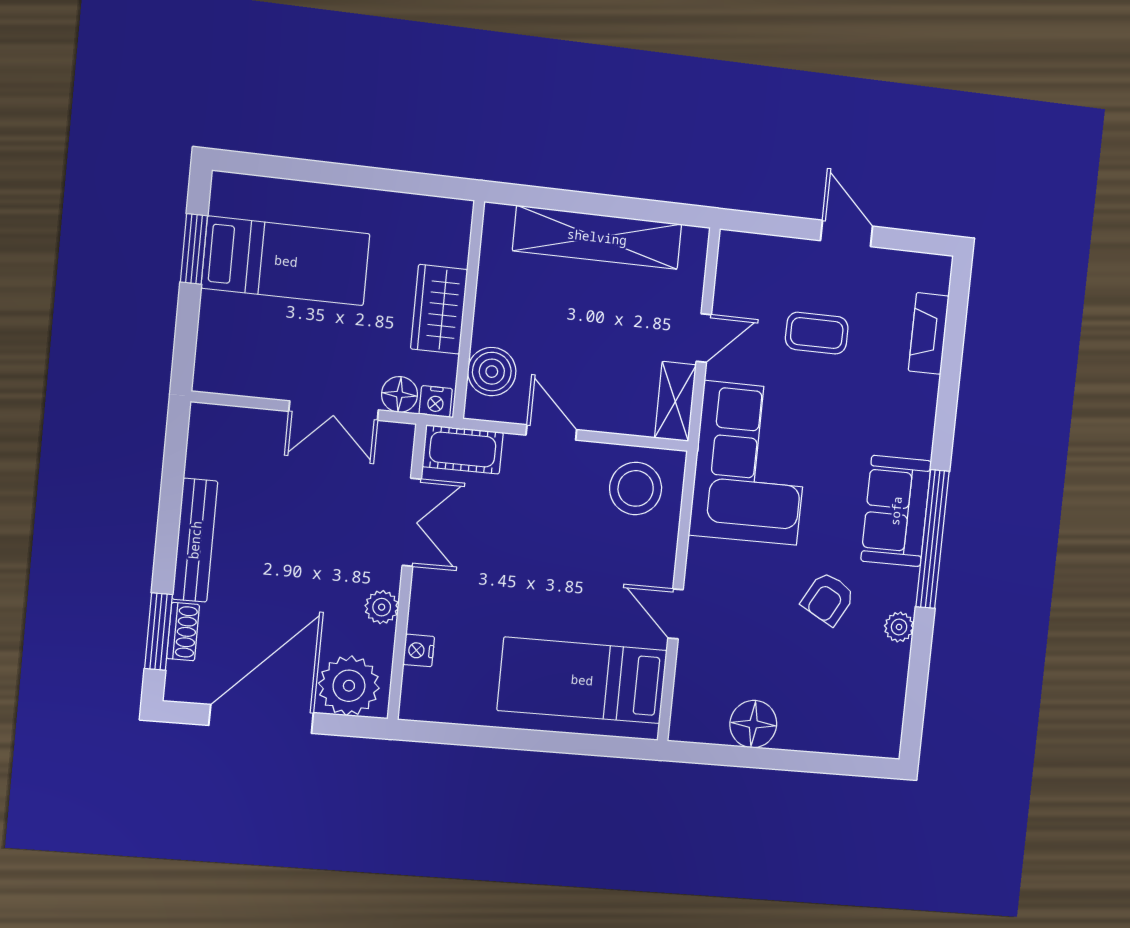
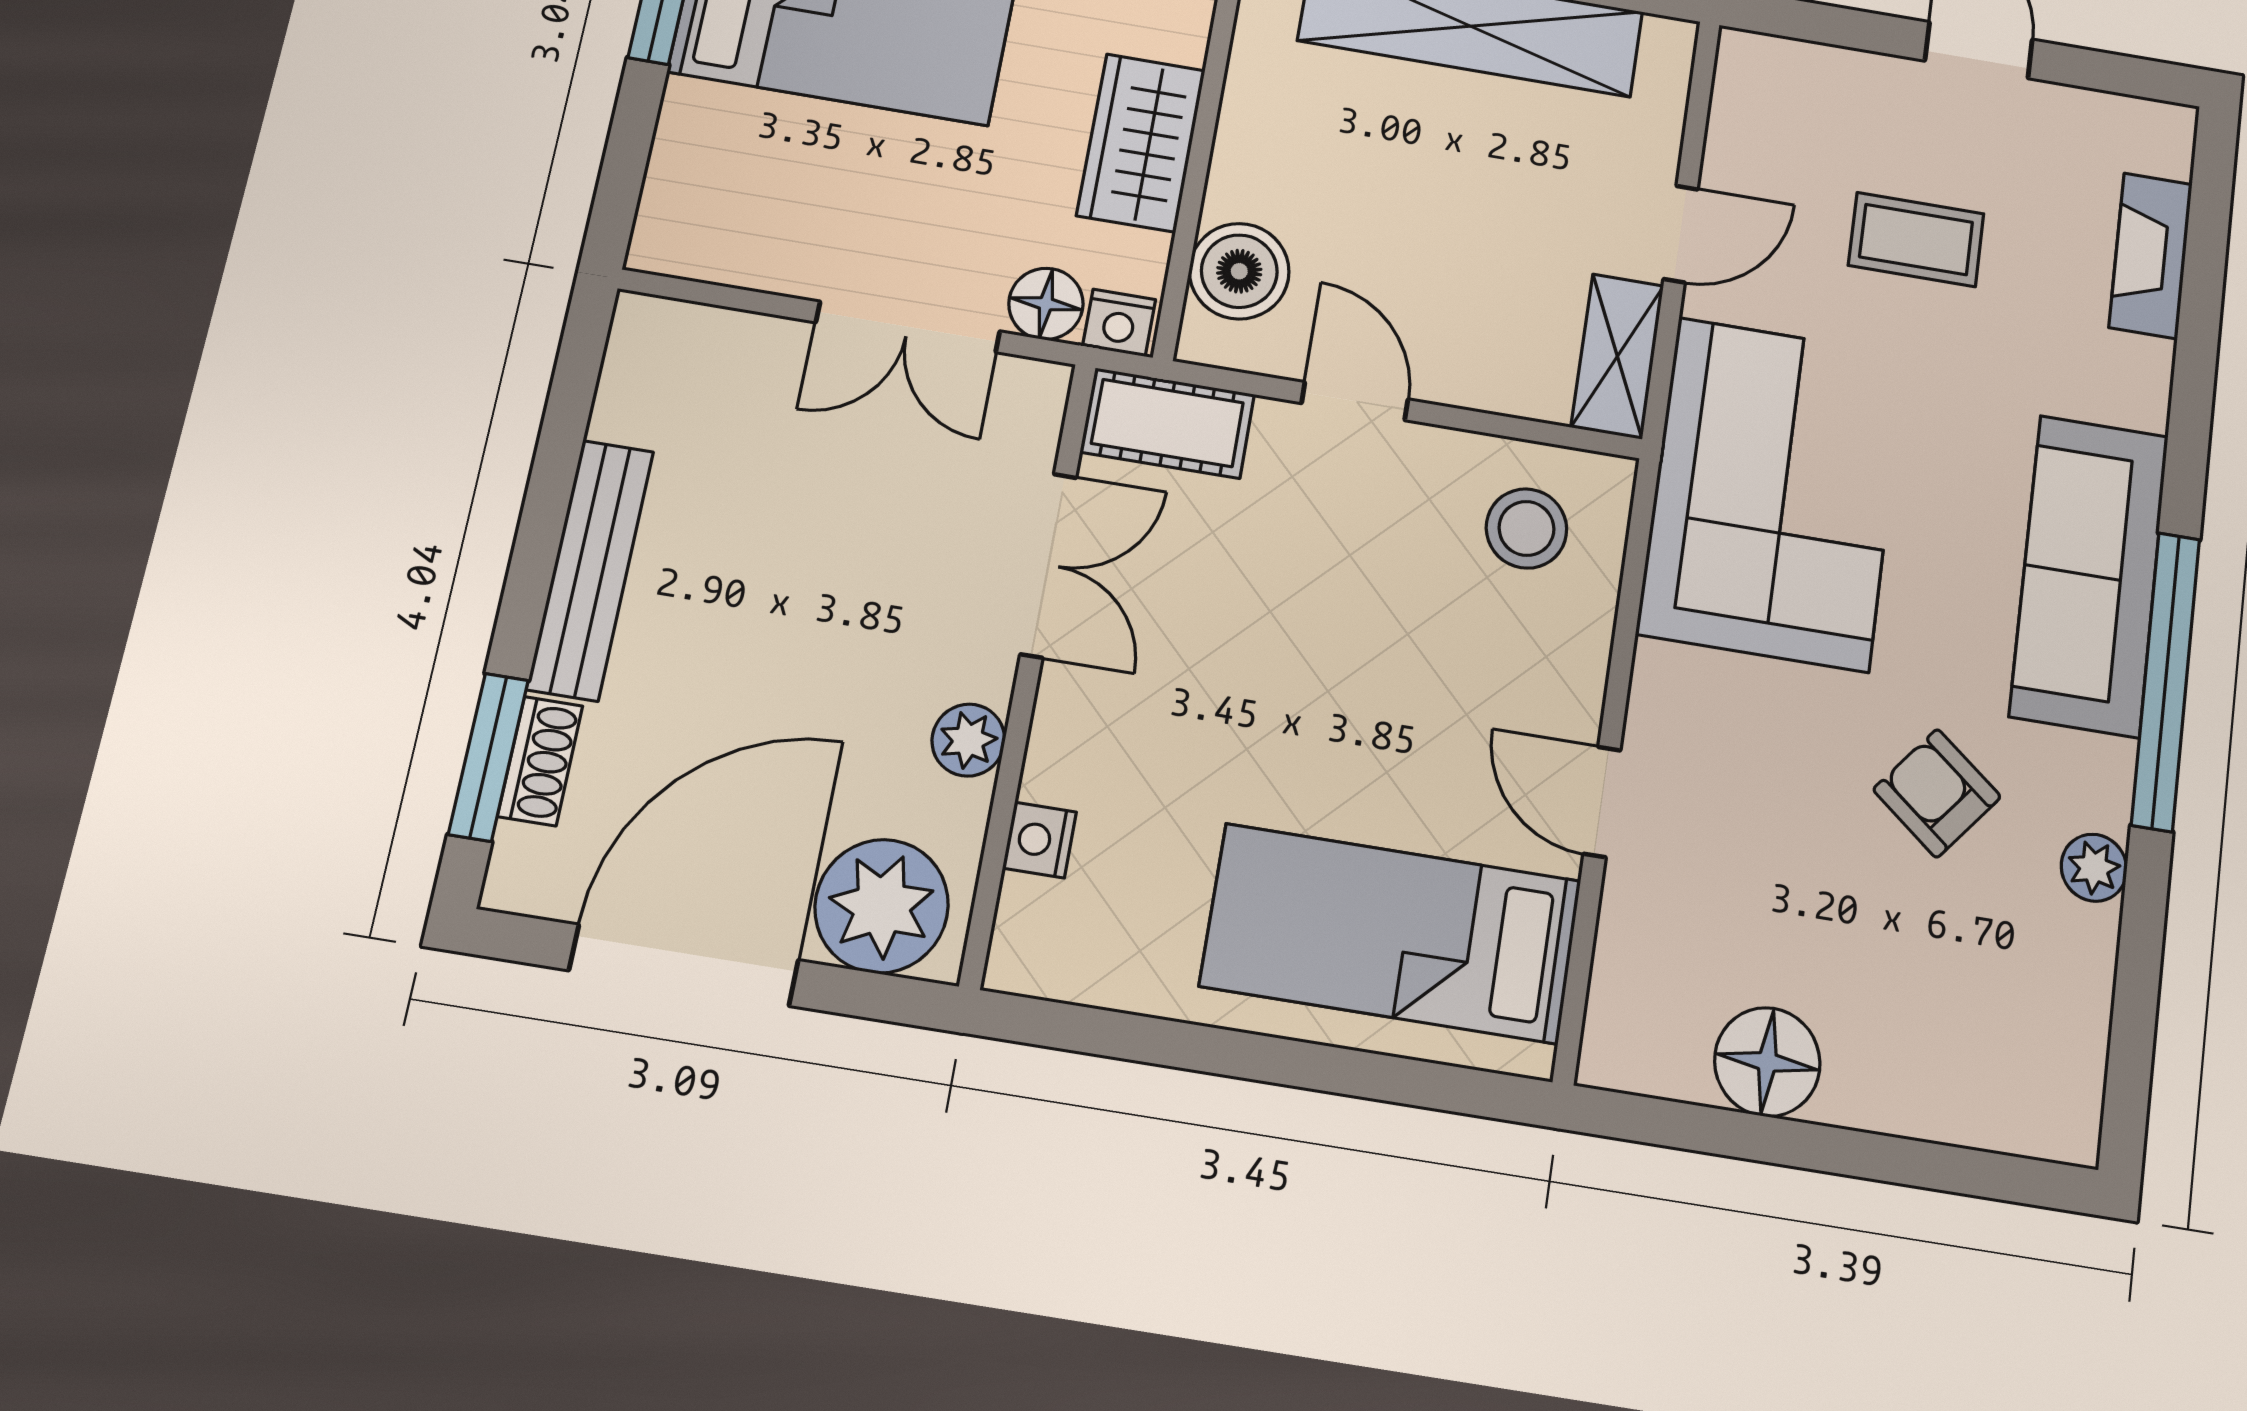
stool: (636, 488) -> (1526, 528), width x0.73, depth x0.73
sofa: (896, 511) -> (2089, 575), width x1.36
armchair: (828, 599) -> (1937, 793), turned 100

